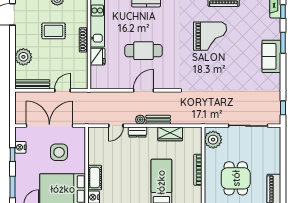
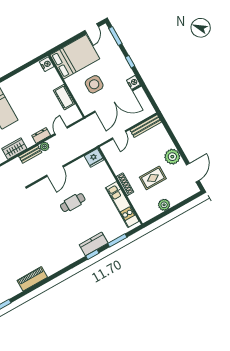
grand piano: (210, 36) -> (27, 244), removed
cafe table: (144, 51) -> (73, 203), width x0.73, depth x0.74
plant: (23, 57) -> (172, 157), moved
fridge: (97, 57) -> (94, 158), moved, turned -90
nightstand: (20, 147) -> (133, 82), moved
cot: (95, 177) -> (64, 97), moved

